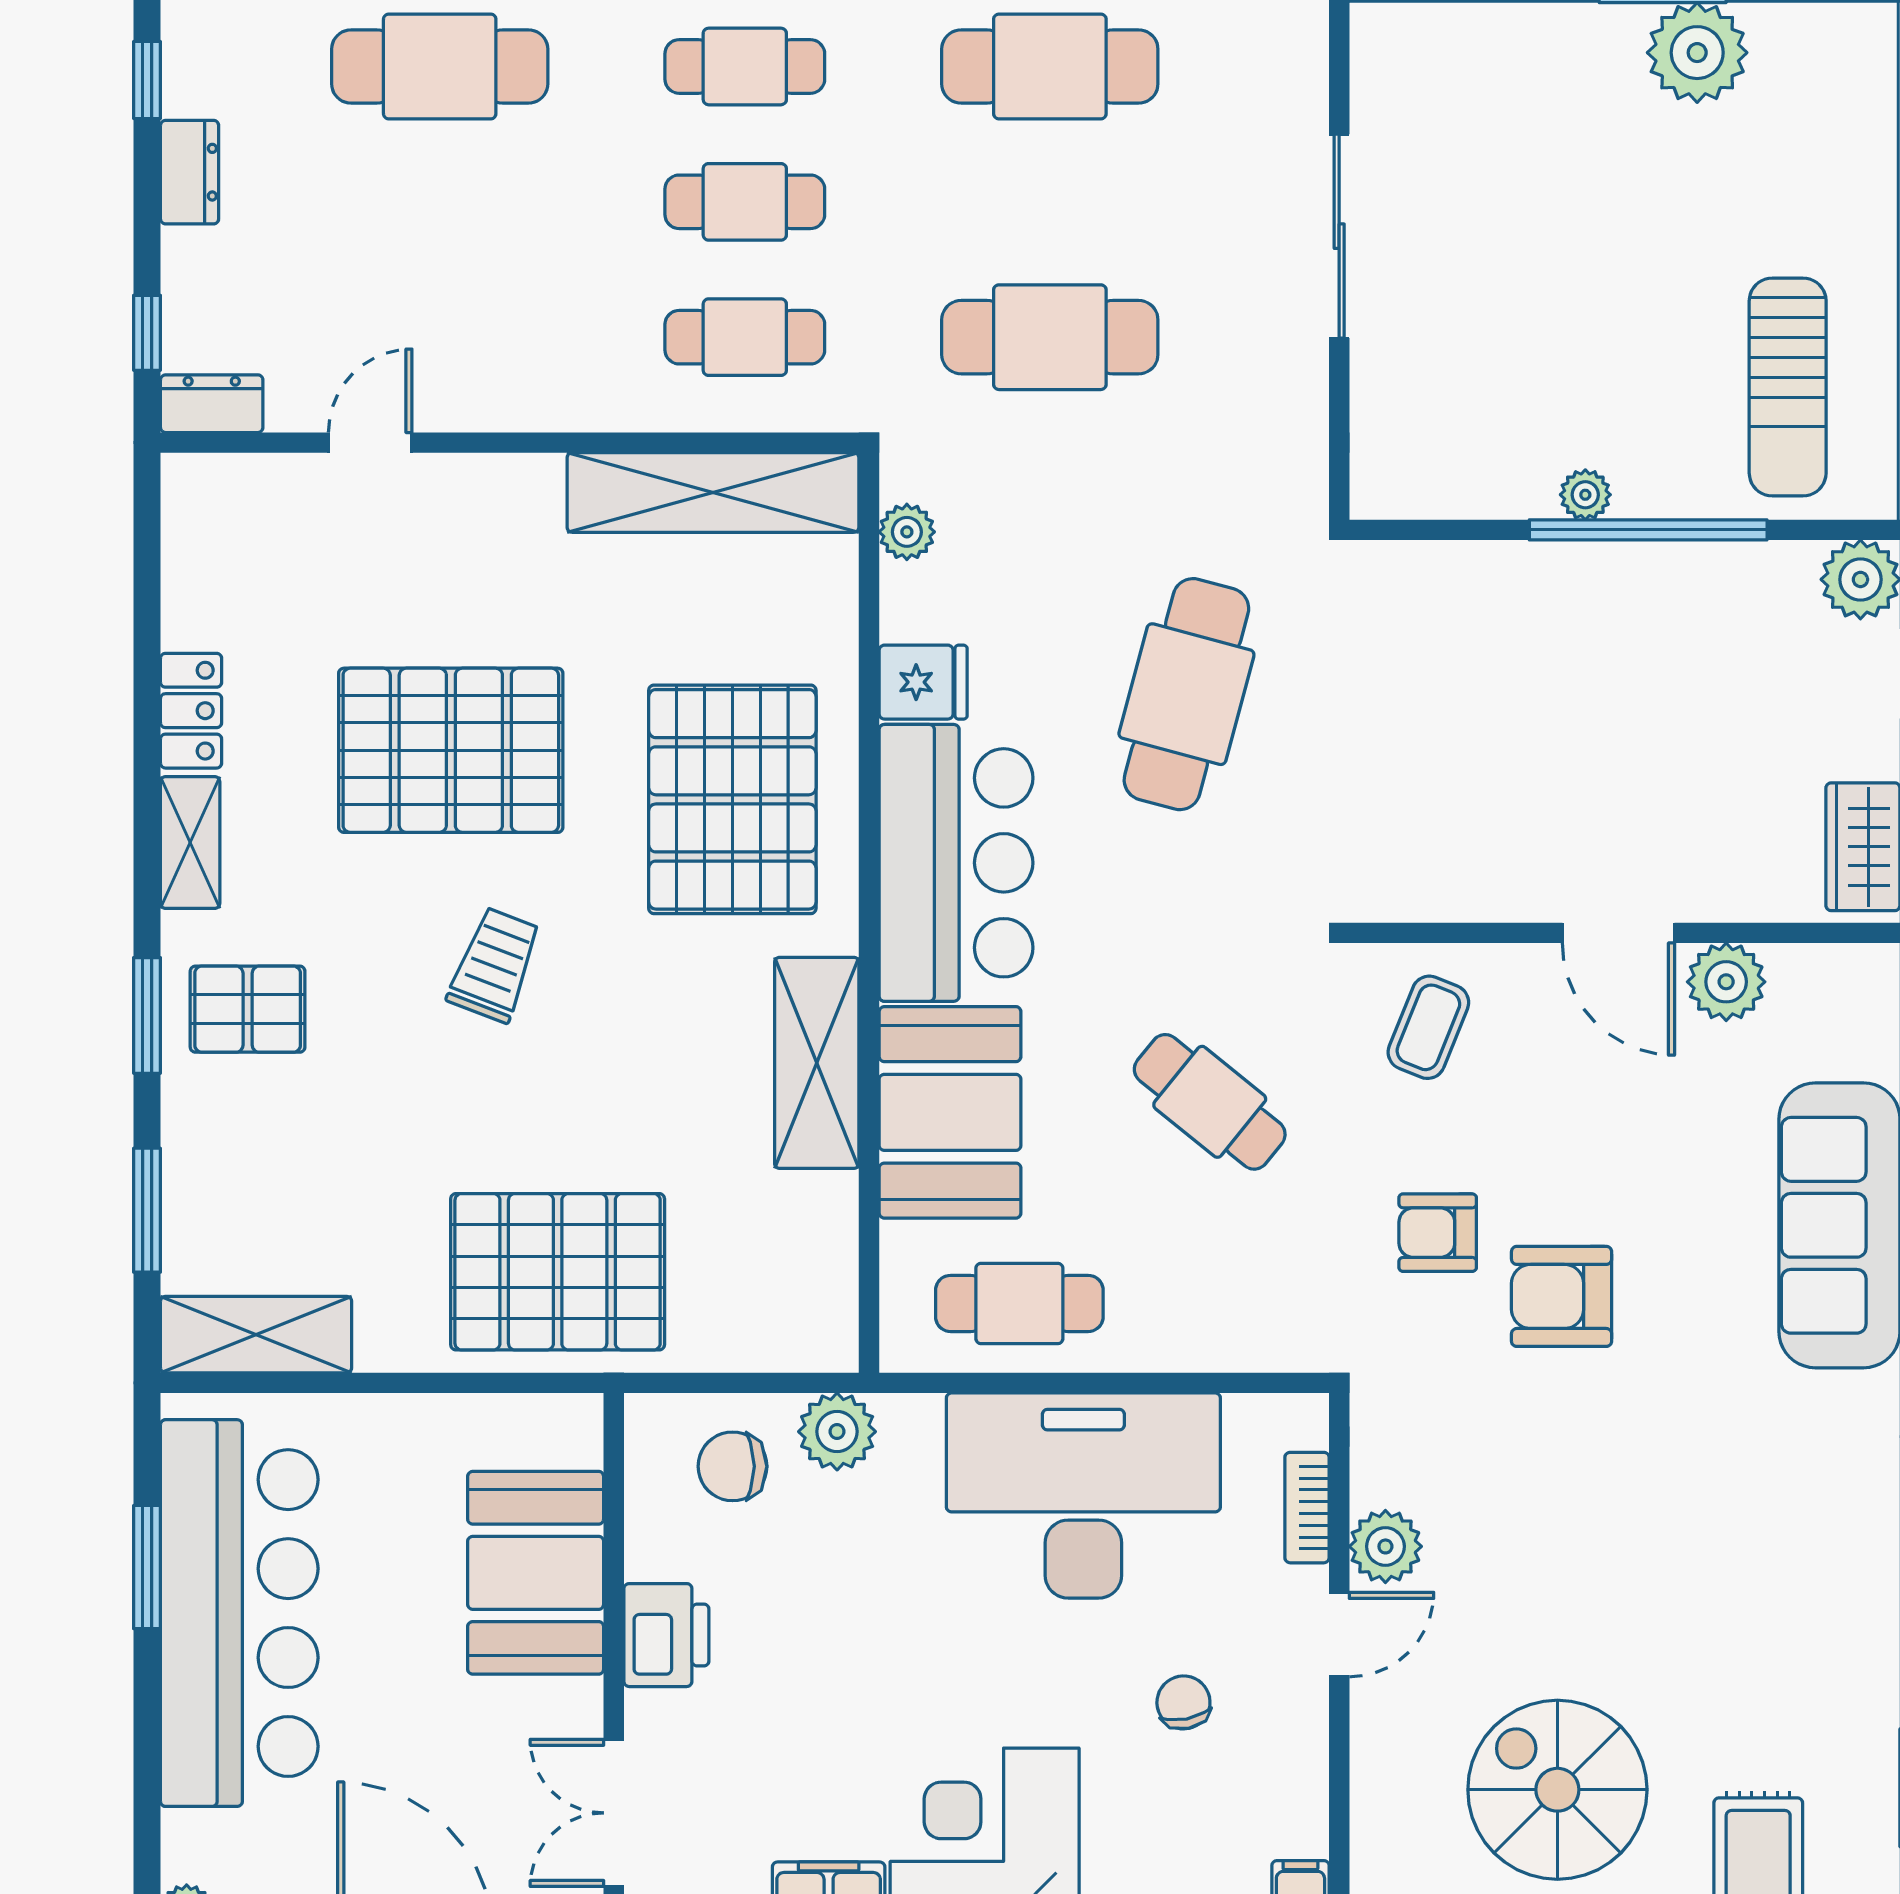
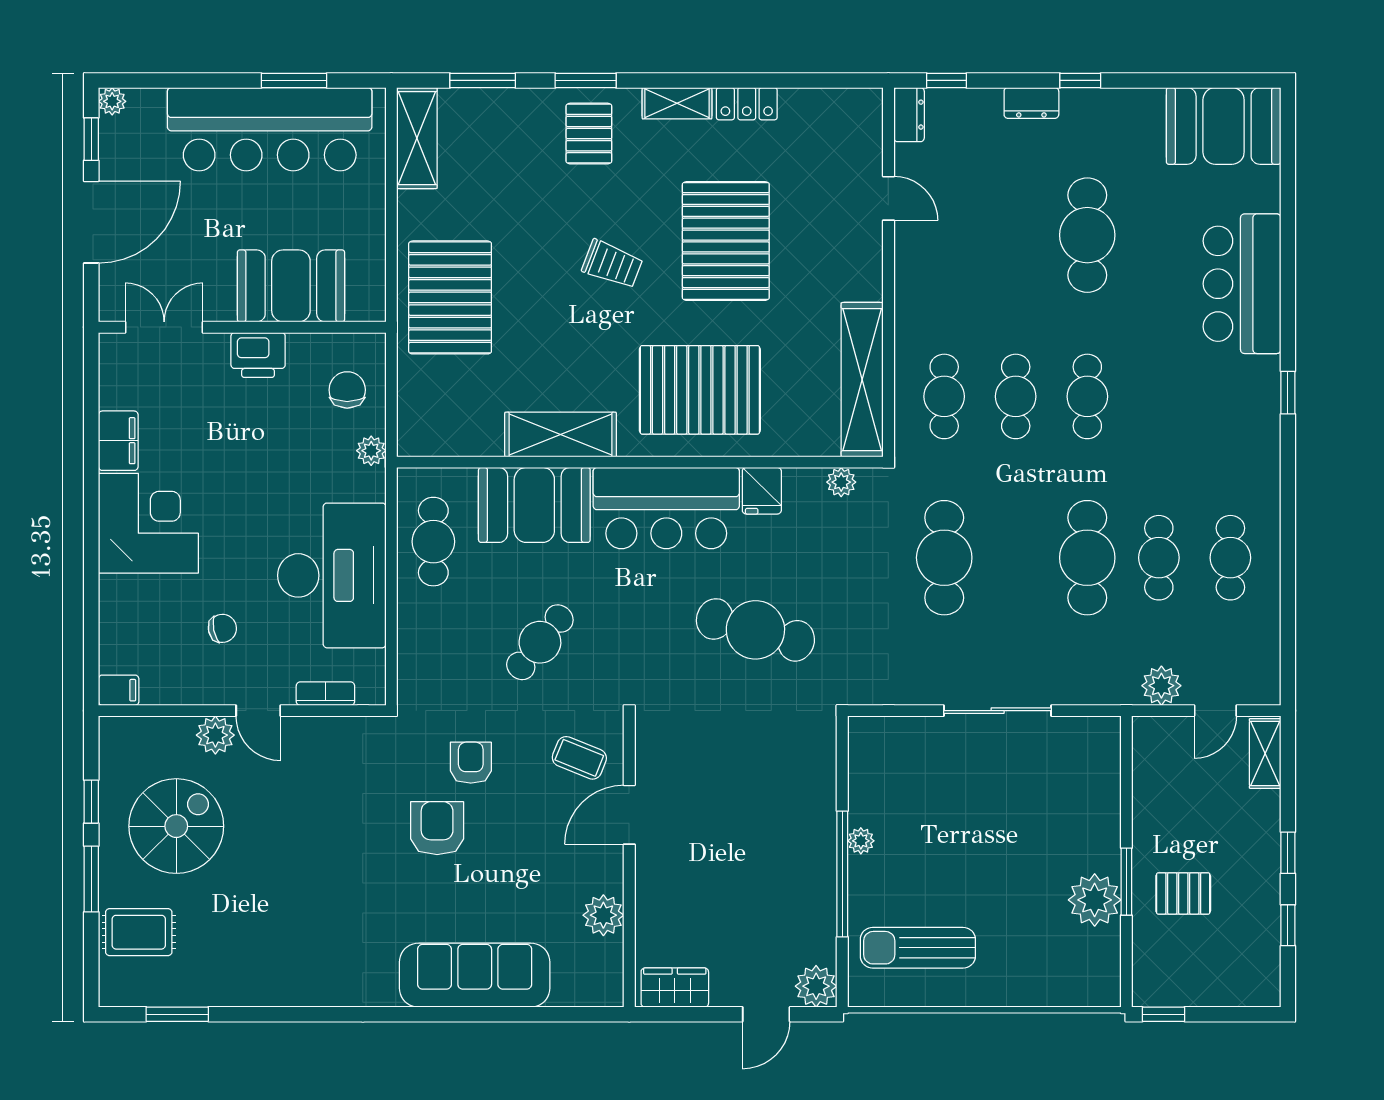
door: (1618, 933) -> (629, 815), moved
plant: (837, 1432) -> (371, 451), width x0.73, depth x0.73
plant: (1385, 1546) -> (215, 735), moved

